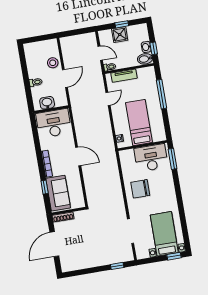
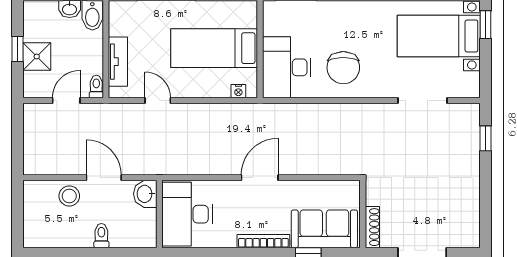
washbasin: (47, 103) -> (145, 194), moved
desk: (151, 158) -> (287, 67), moved

